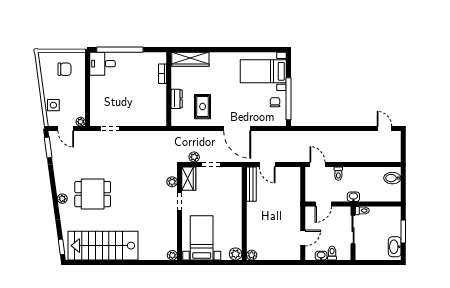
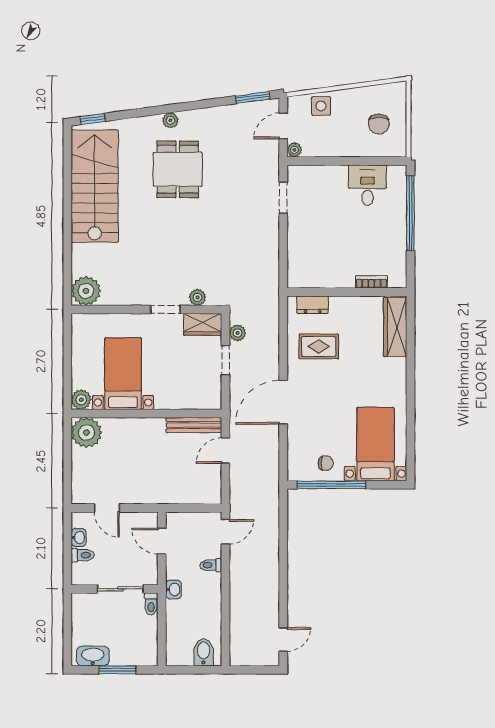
desk: (102, 64) -> (367, 185), moved
dresser: (177, 99) -> (313, 305), moved
bed with nightstands: (202, 238) -> (123, 374), moved, turned -90
plant: (172, 255) -> (86, 291), width x1.88, depth x1.88
plant: (252, 255) -> (86, 433), width x1.88, depth x1.88

